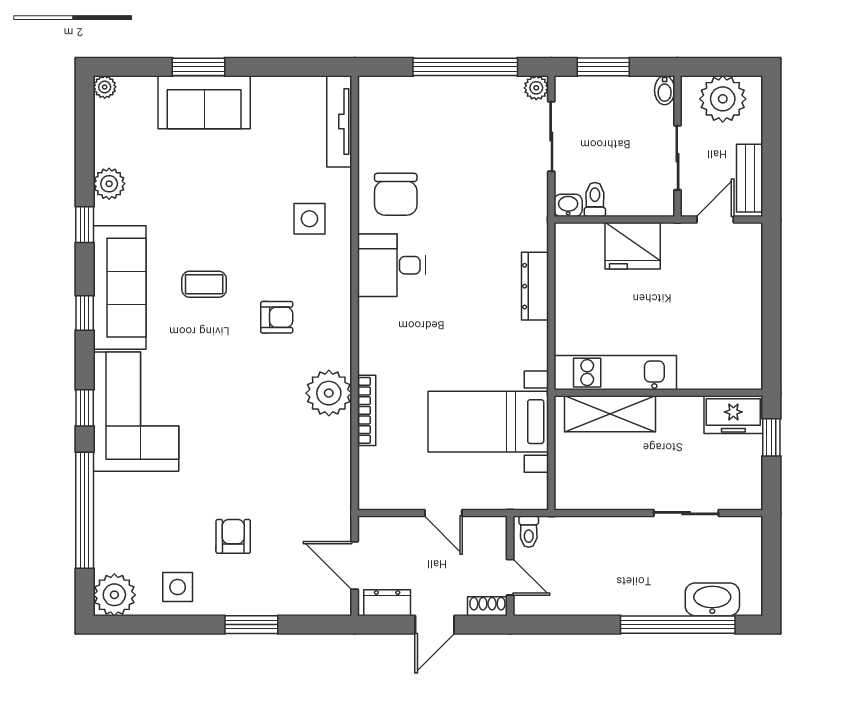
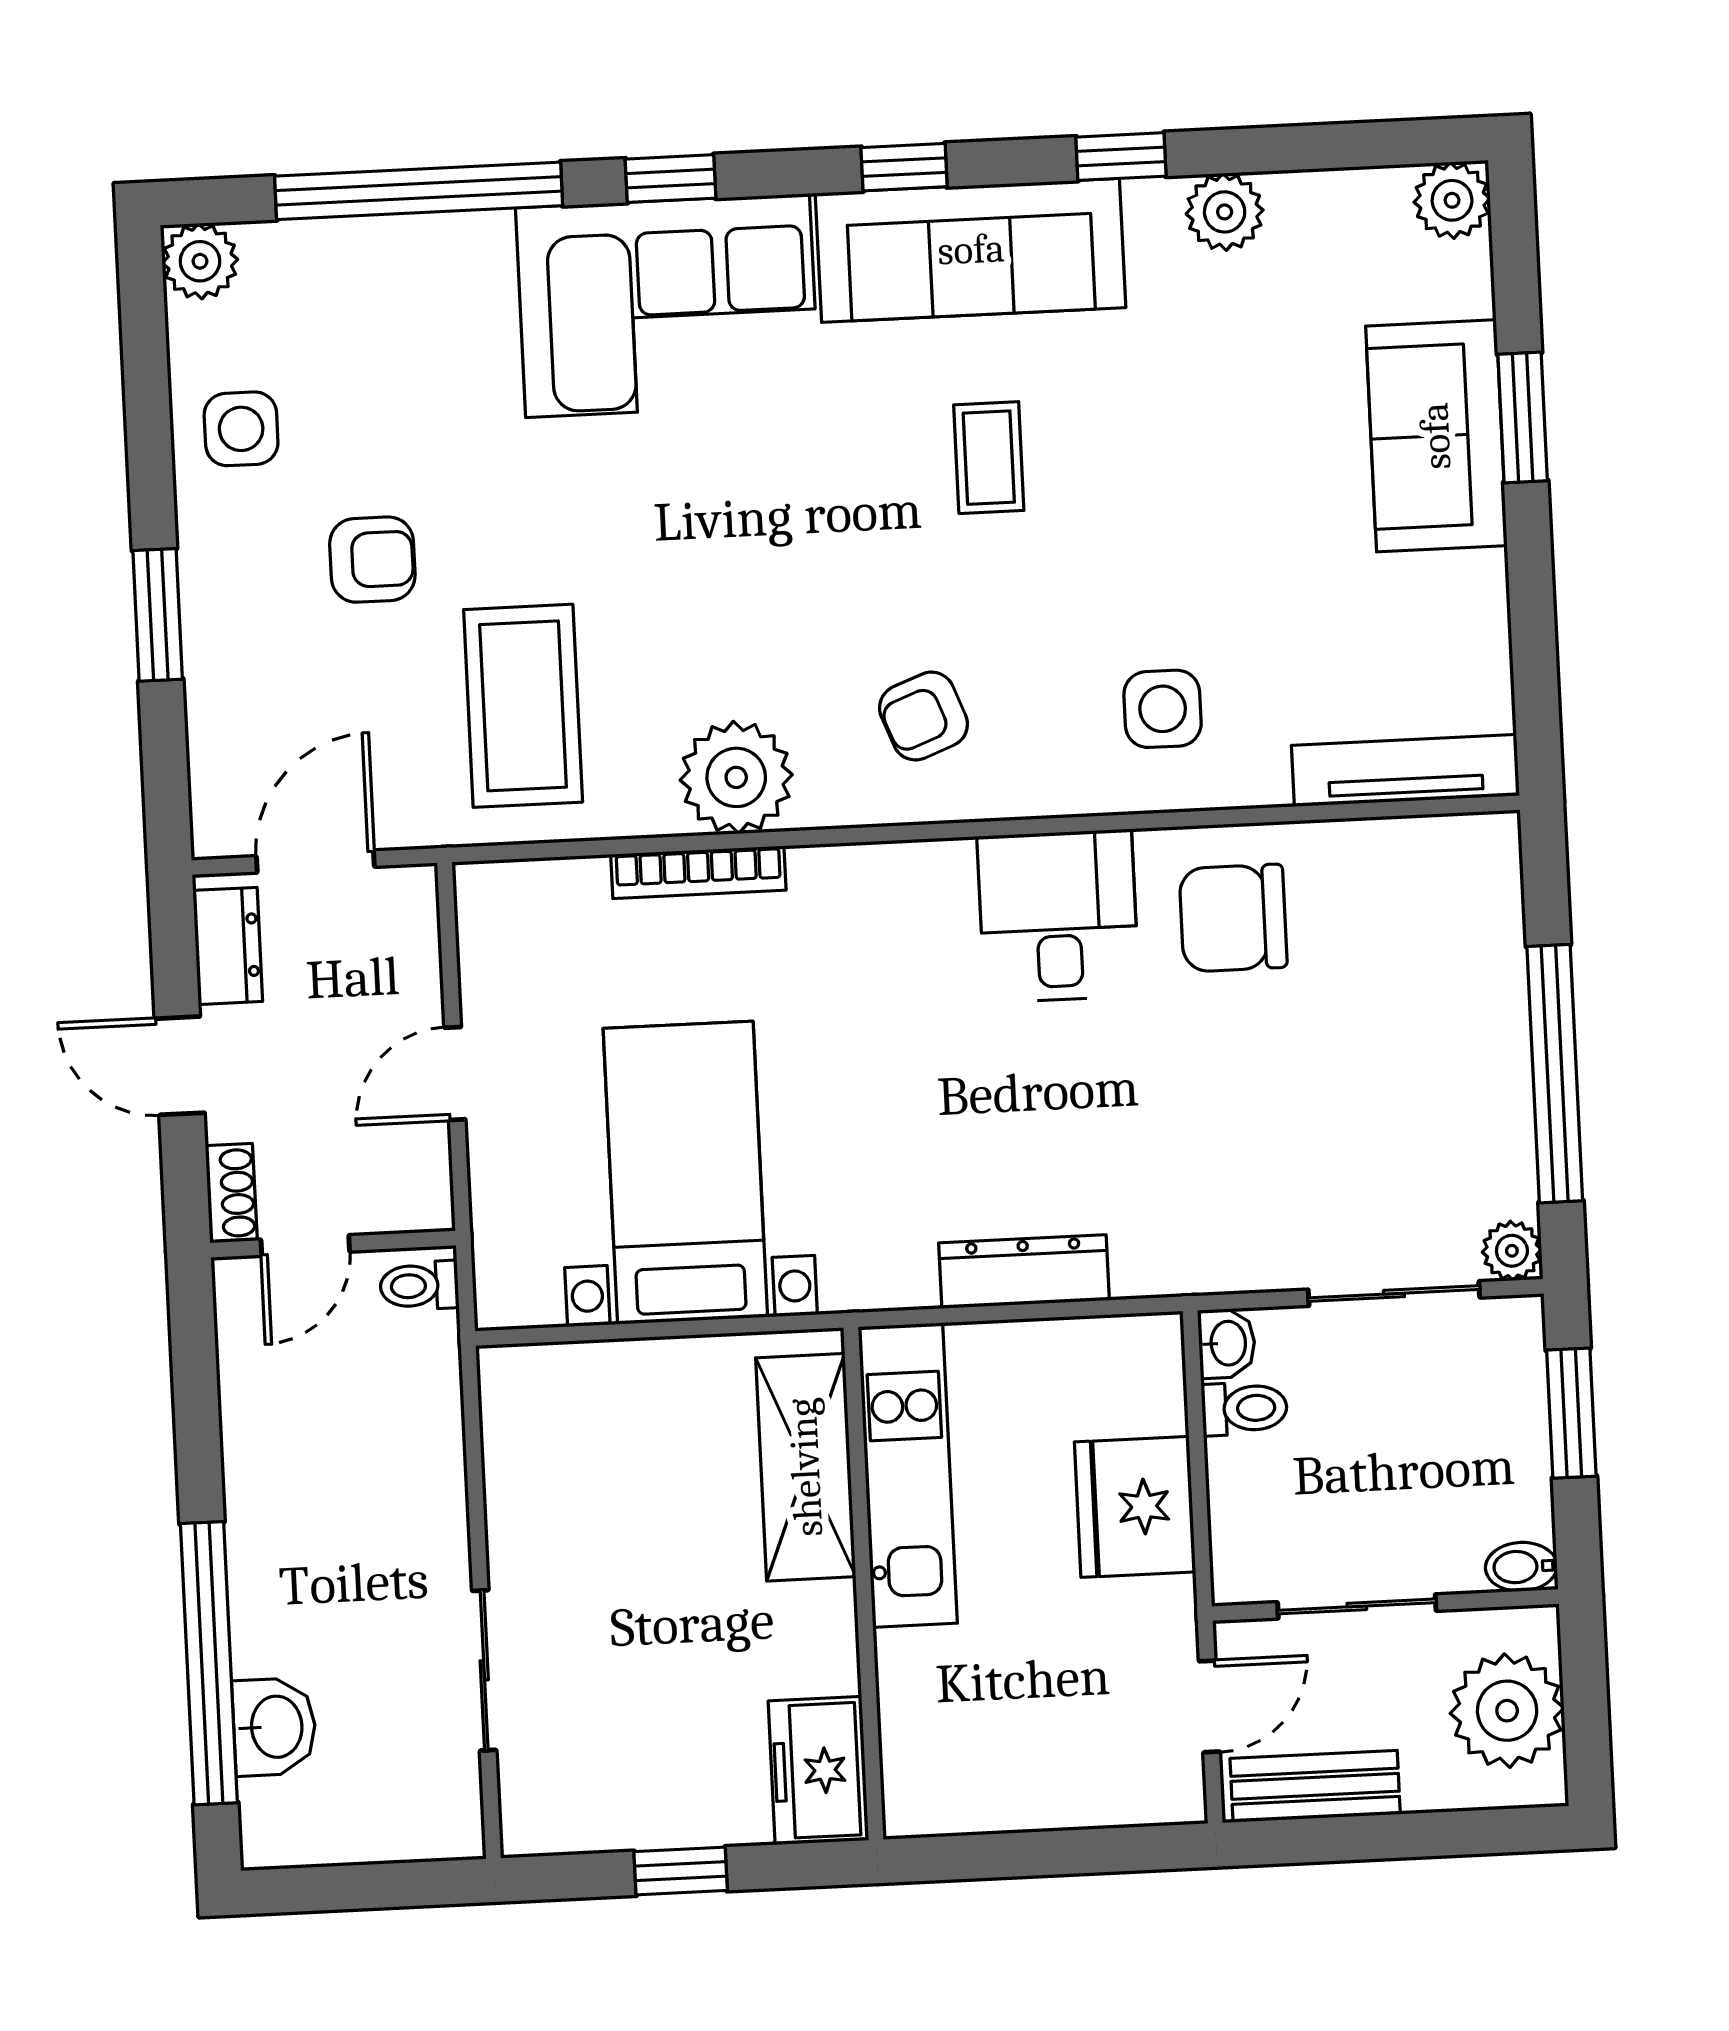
plant: (105, 87) -> (1452, 200), width x1.38, depth x1.38
door: (715, 220) -> (1209, 1706), hinge flipped
armchair: (277, 317) -> (923, 716), moved, turned 69
kitchen unit: (615, 373) -> (908, 1475), moved
wall: (658, 393) -> (863, 1584), moved
shelving: (610, 414) -> (806, 1467), moved
freezer: (733, 415) -> (818, 1771), moved
coffee table: (296, 478) -> (523, 706), added
plant: (114, 595) -> (200, 261), width x0.73, depth x0.73
washbasin: (712, 599) -> (274, 1727), width x0.72

